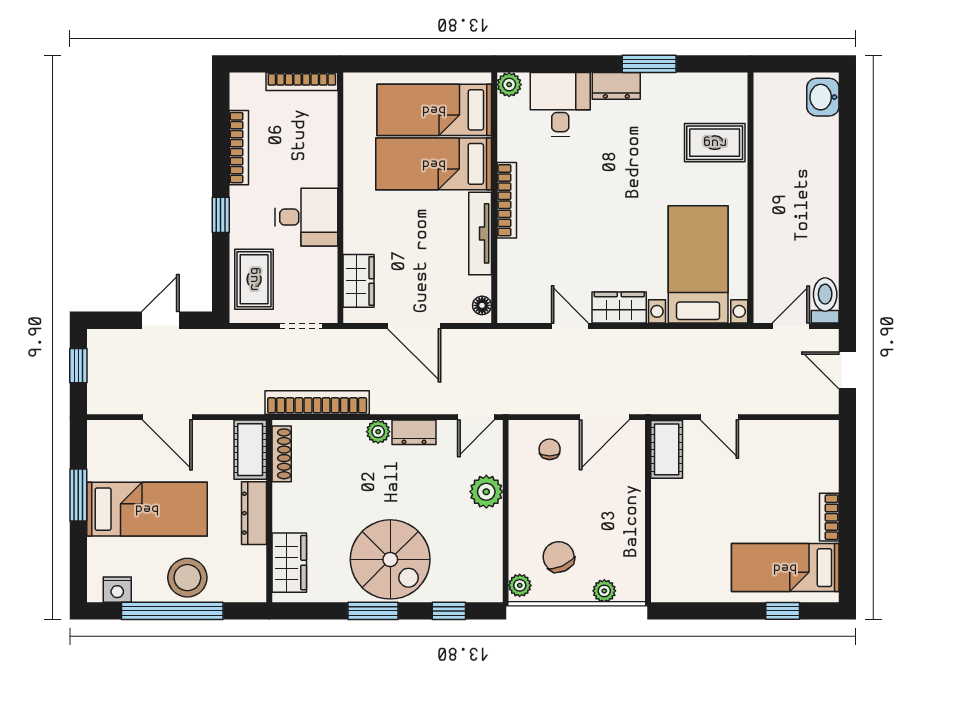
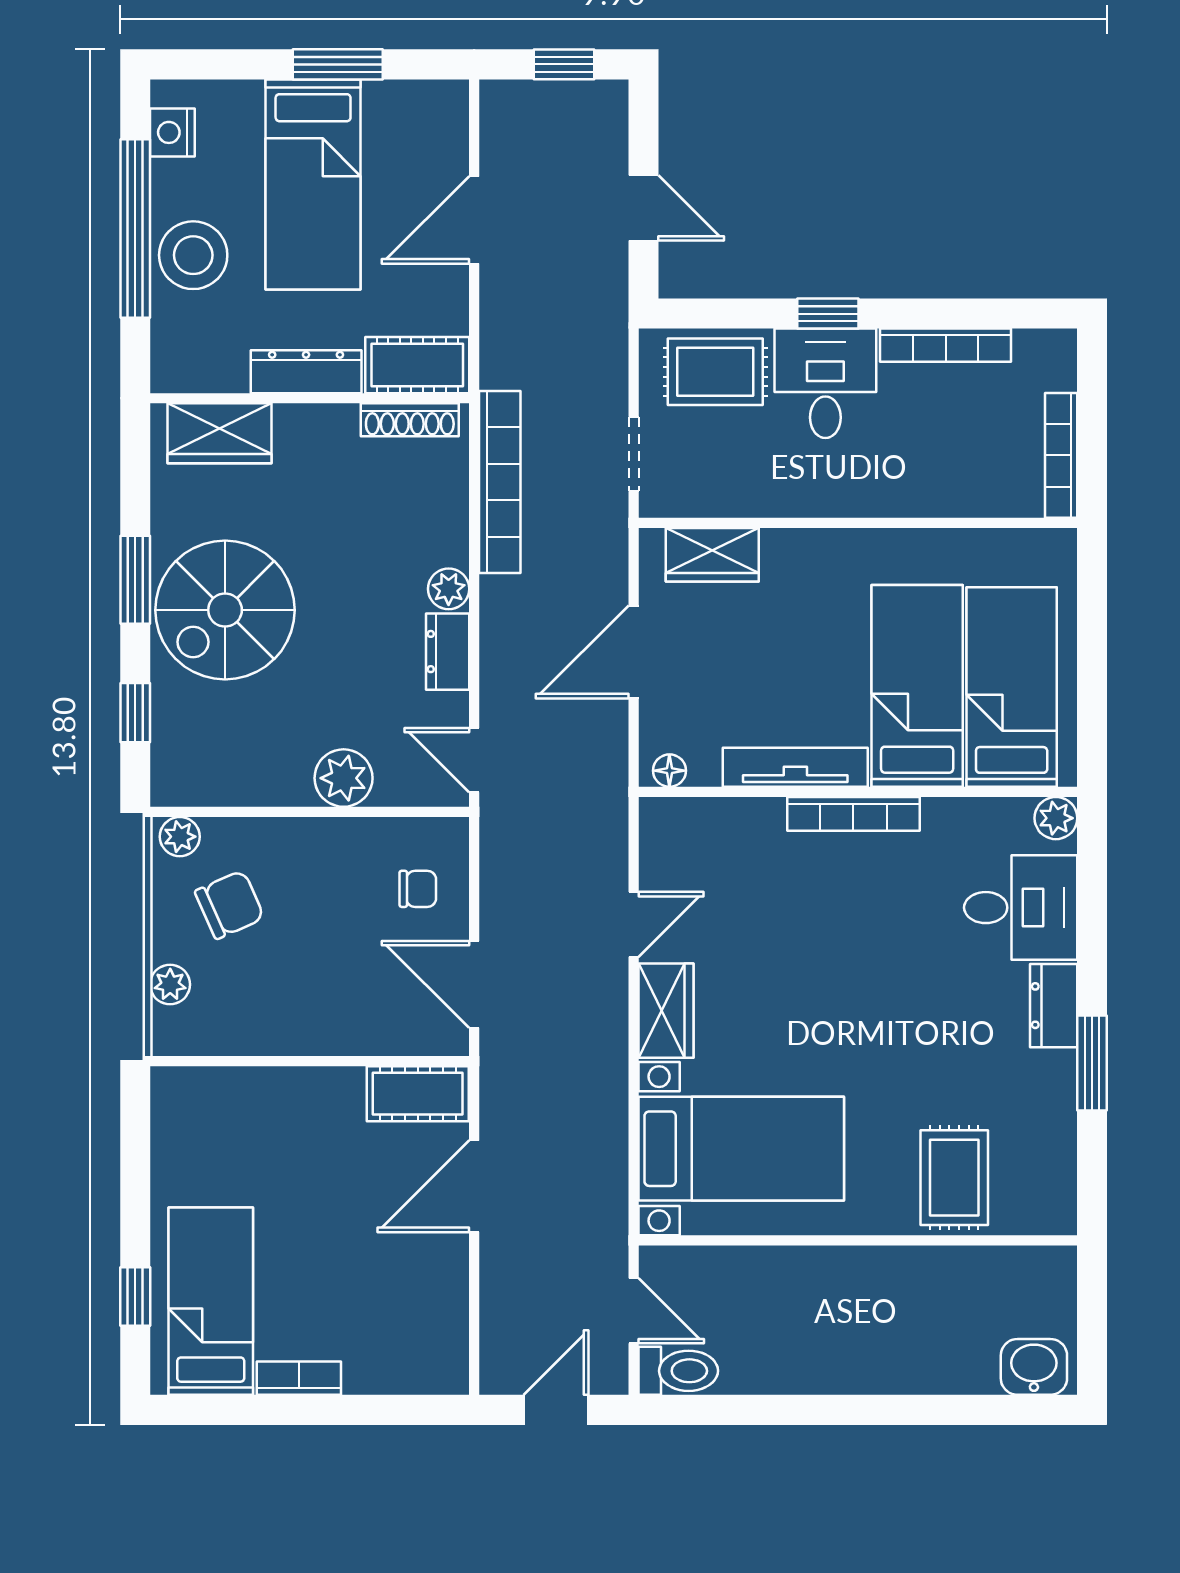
desk: (306, 217) -> (825, 383), moved, turned 180
door: (720, 417) -> (474, 1186), width x1.38

